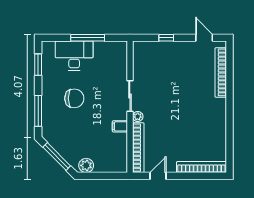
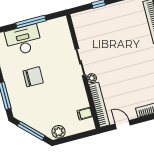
filing cabinet: (120, 126) -> (85, 114), moved
door: (158, 176) -> (123, 125), hinge flipped

